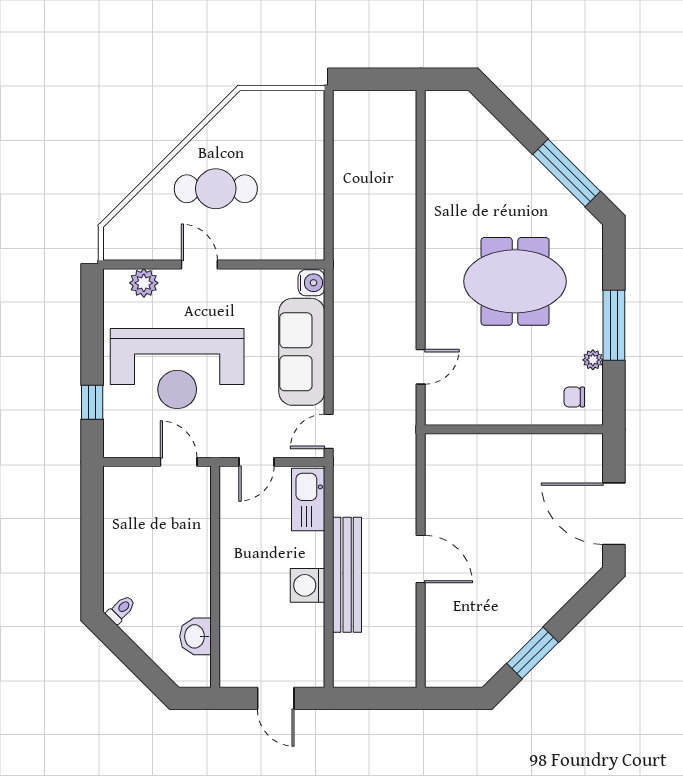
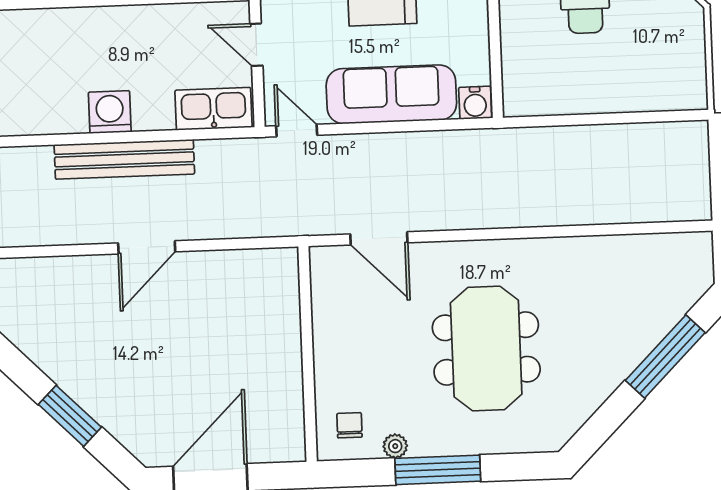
window: (567, 173) -> (665, 357), moved
door: (421, 367) -> (379, 238), width x1.38
window: (533, 653) -> (70, 416), moved

